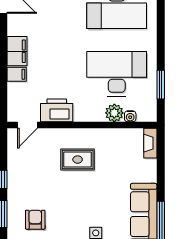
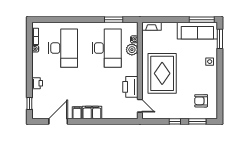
filing cabinet: (17, 74) -> (77, 113), moved
desk: (117, 74) -> (107, 48), turned 180
rug: (78, 160) -> (162, 73), width x1.86, depth x2.06

